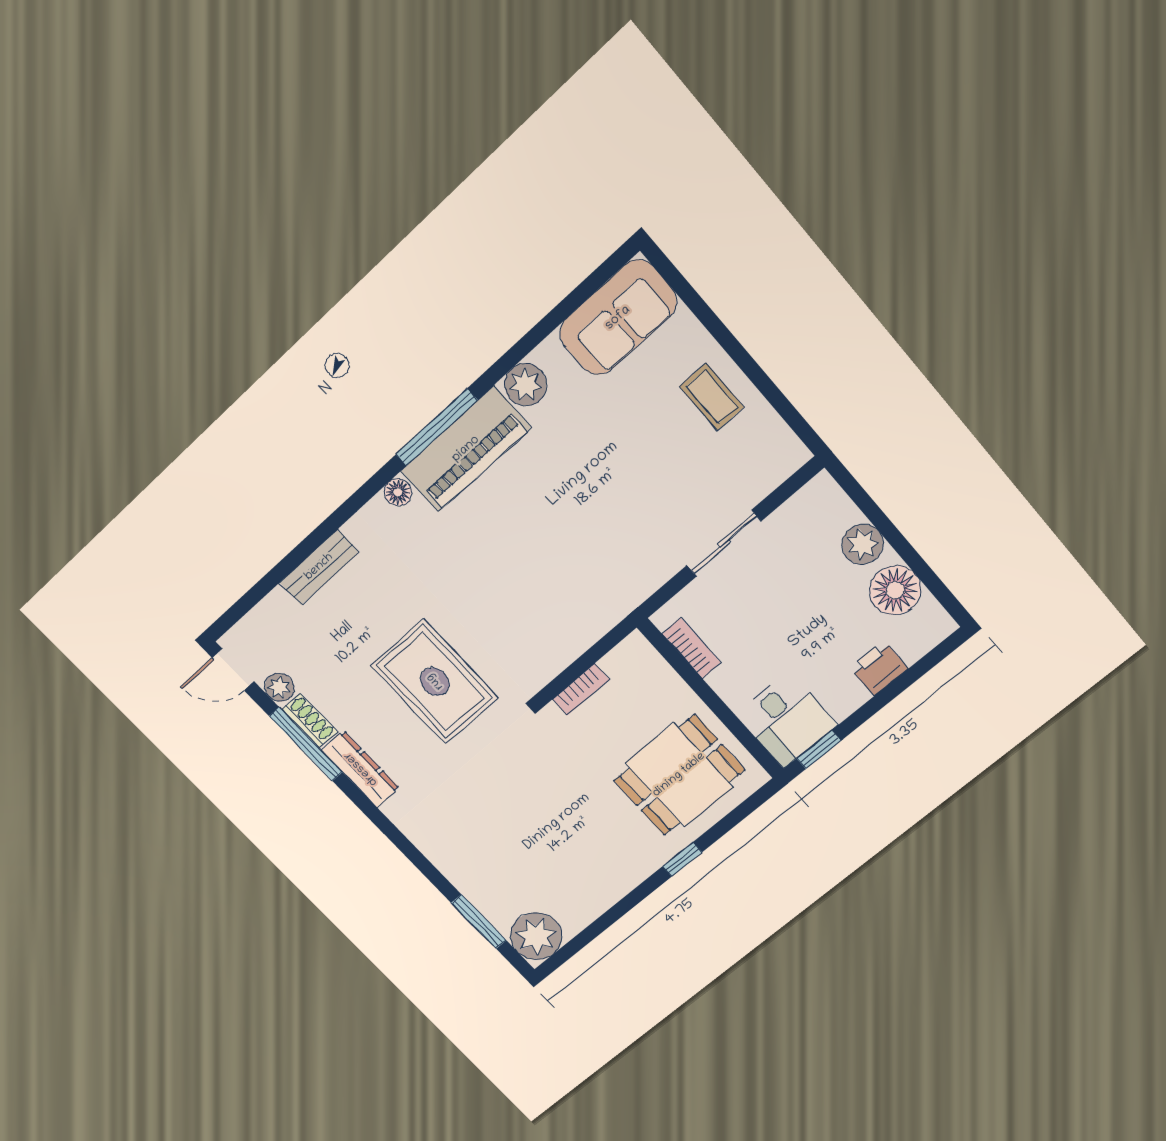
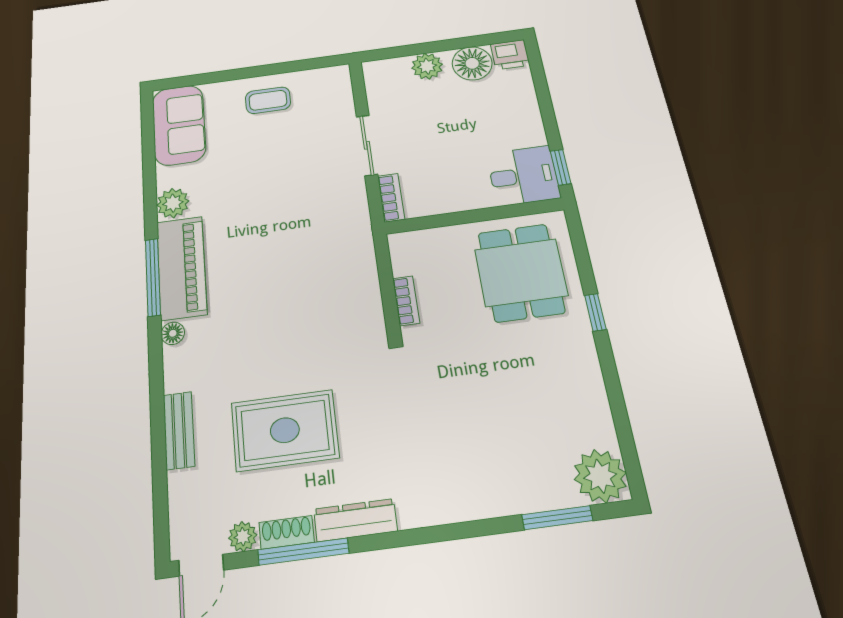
bookcase: (691, 648) -> (391, 198), moved, turned 90
printer: (879, 668) -> (510, 55), moved, turned -90
rug: (435, 682) -> (285, 430), moved

